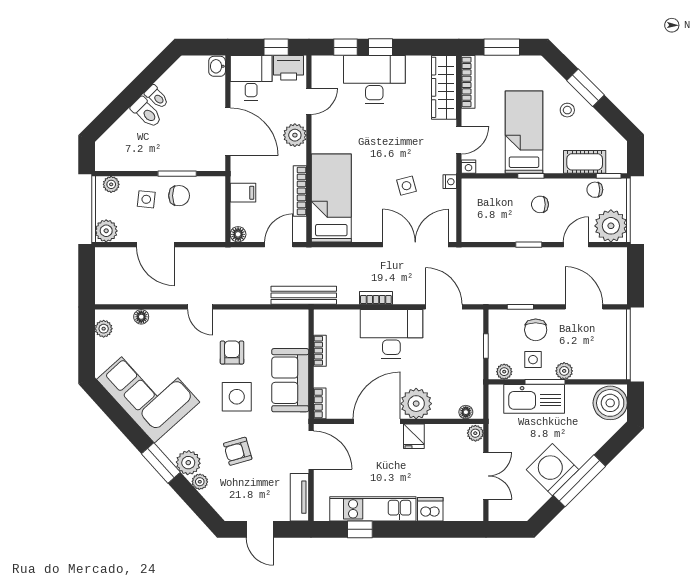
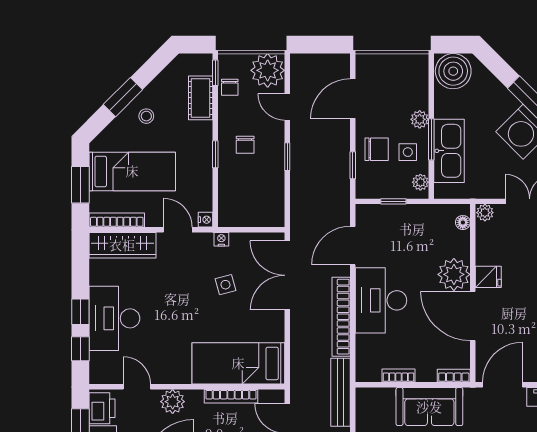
bed: (524, 132) -> (132, 171), moved, turned 180
bookcase: (376, 298) -> (341, 317), width x2.31, depth x1.31

